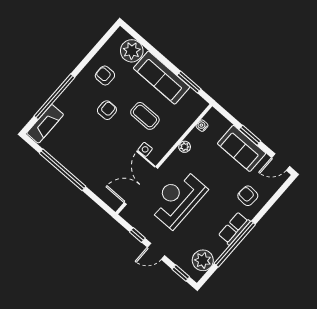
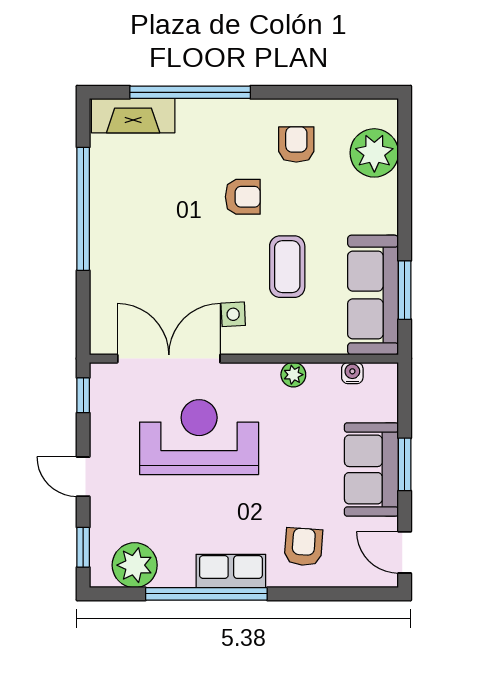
sofa: (162, 78) -> (373, 295), moved
window: (137, 235) -> (83, 395), moved

